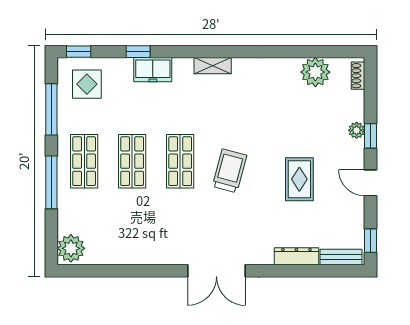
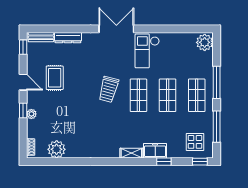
shelving: (213, 66) -> (131, 153), moved
rug: (299, 179) -> (55, 78), moved
checkout: (166, 234) -> (147, 51), added

